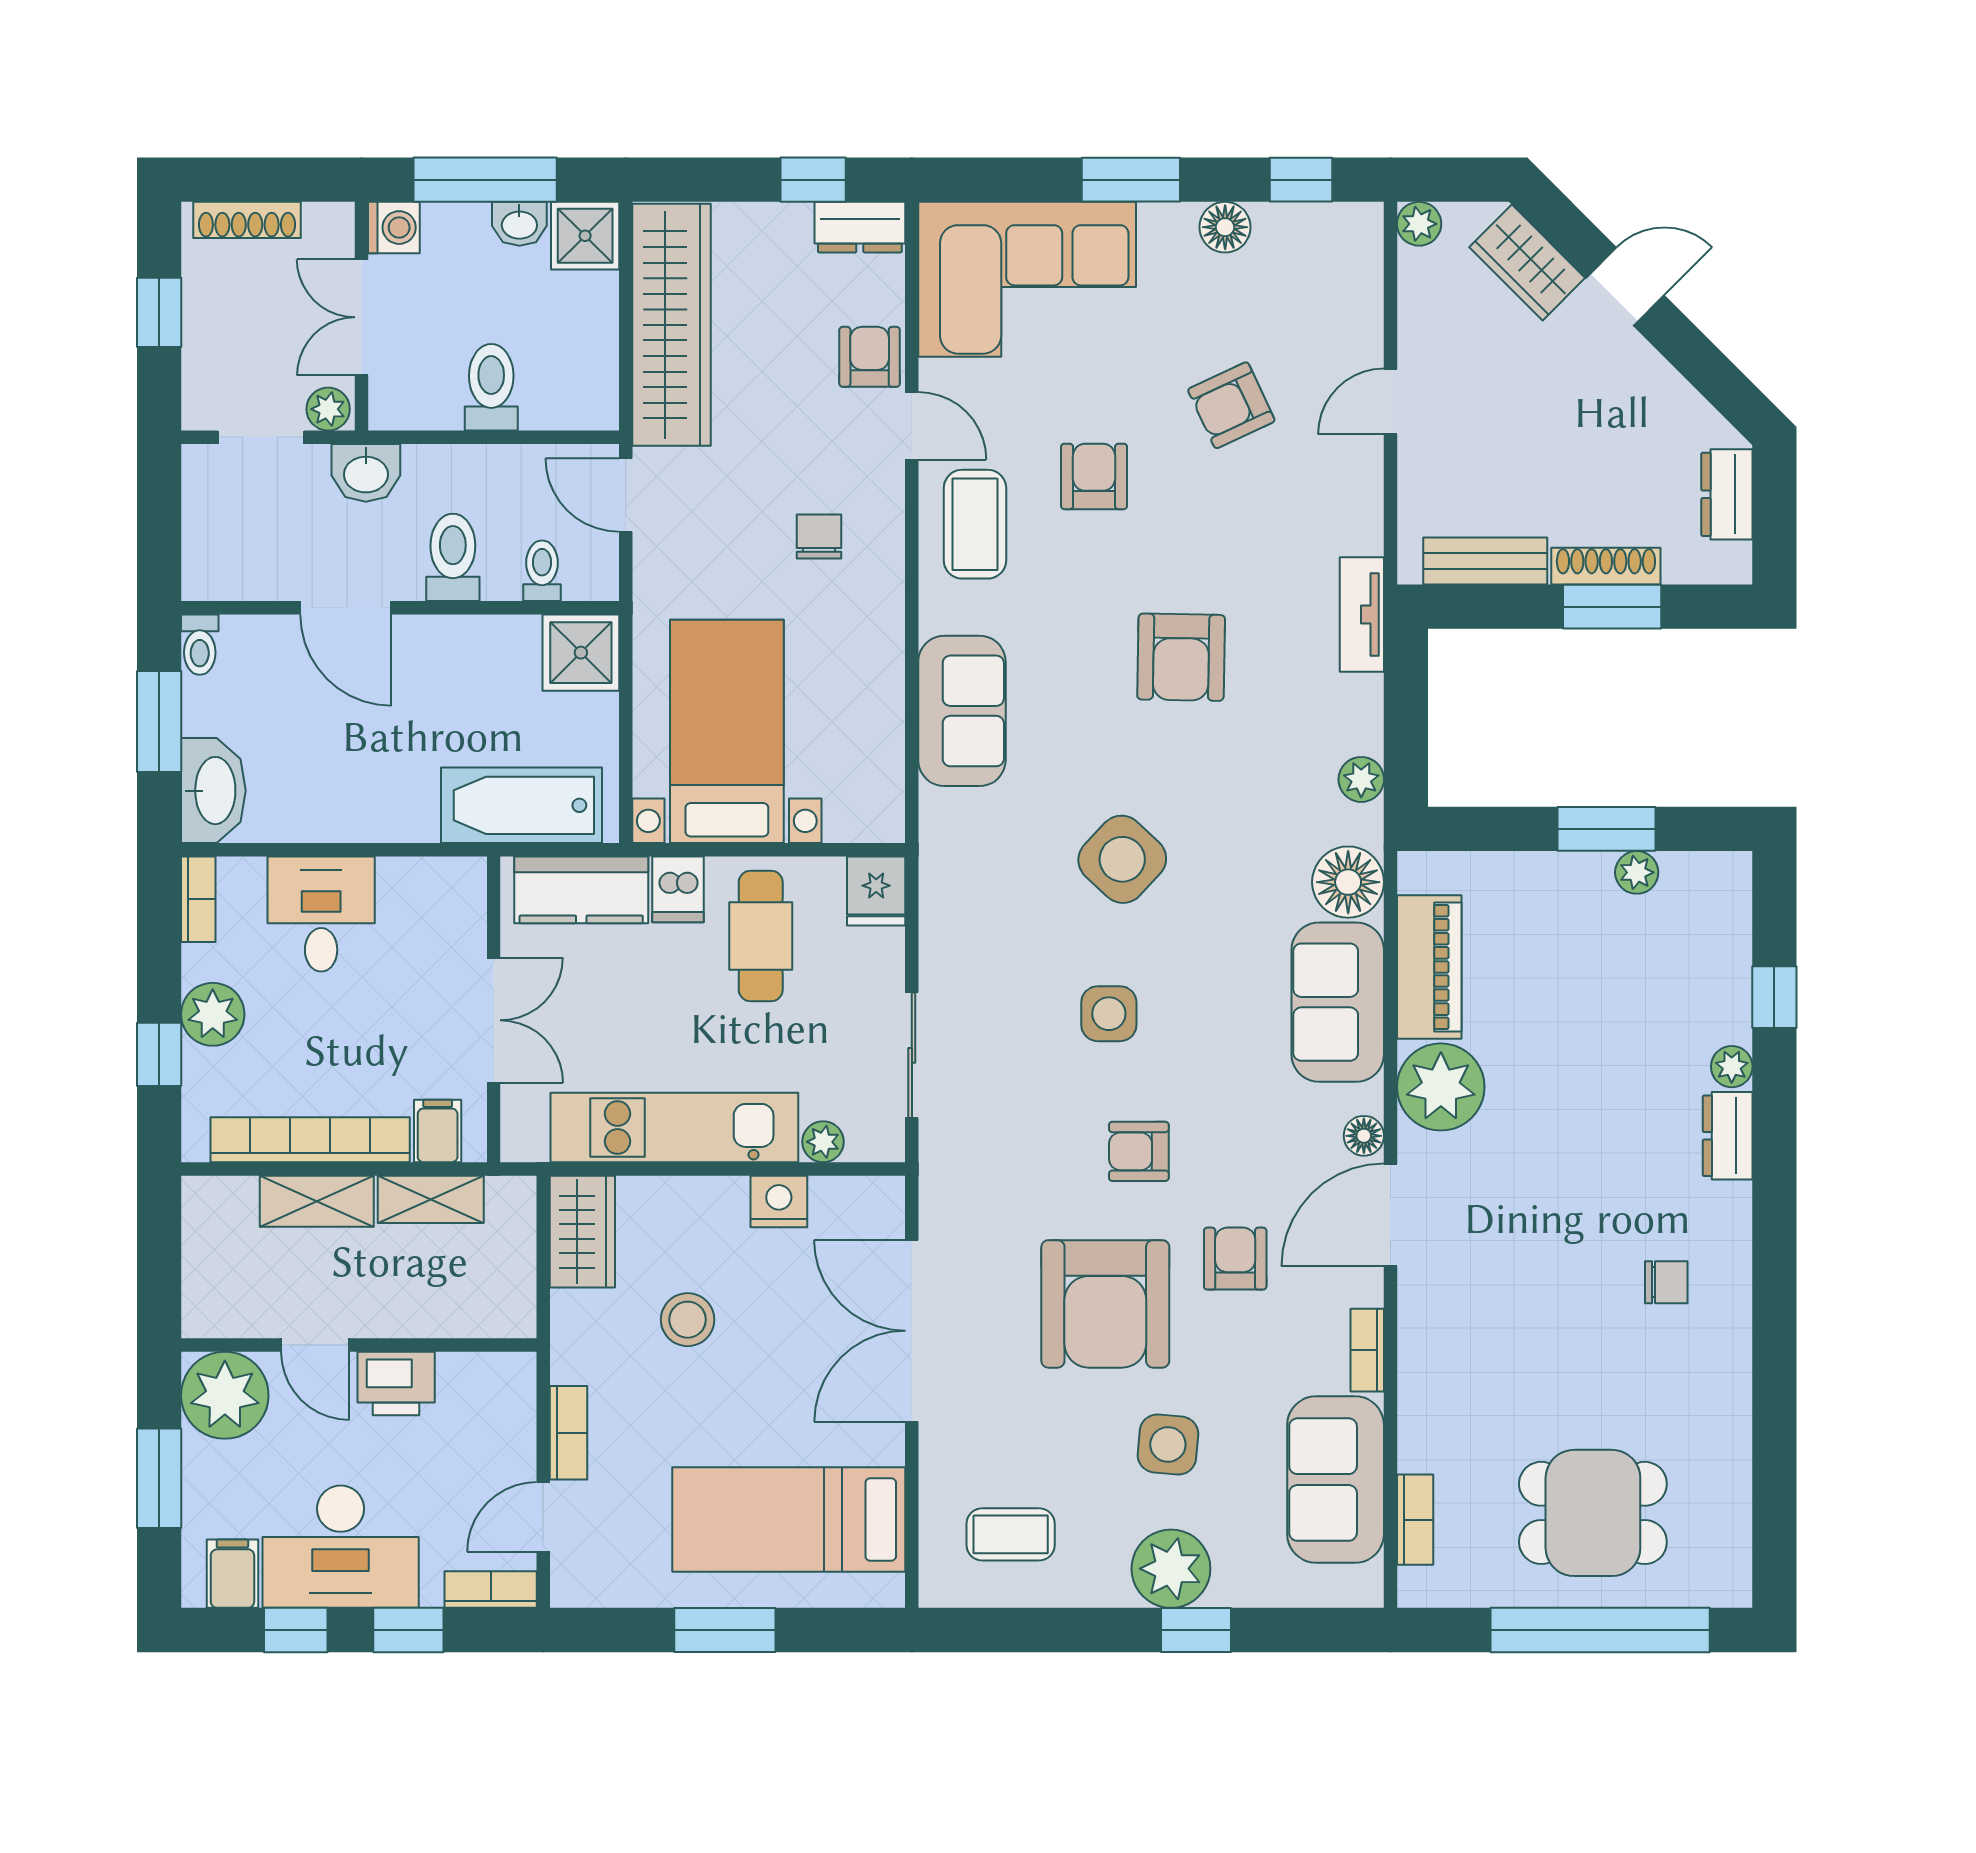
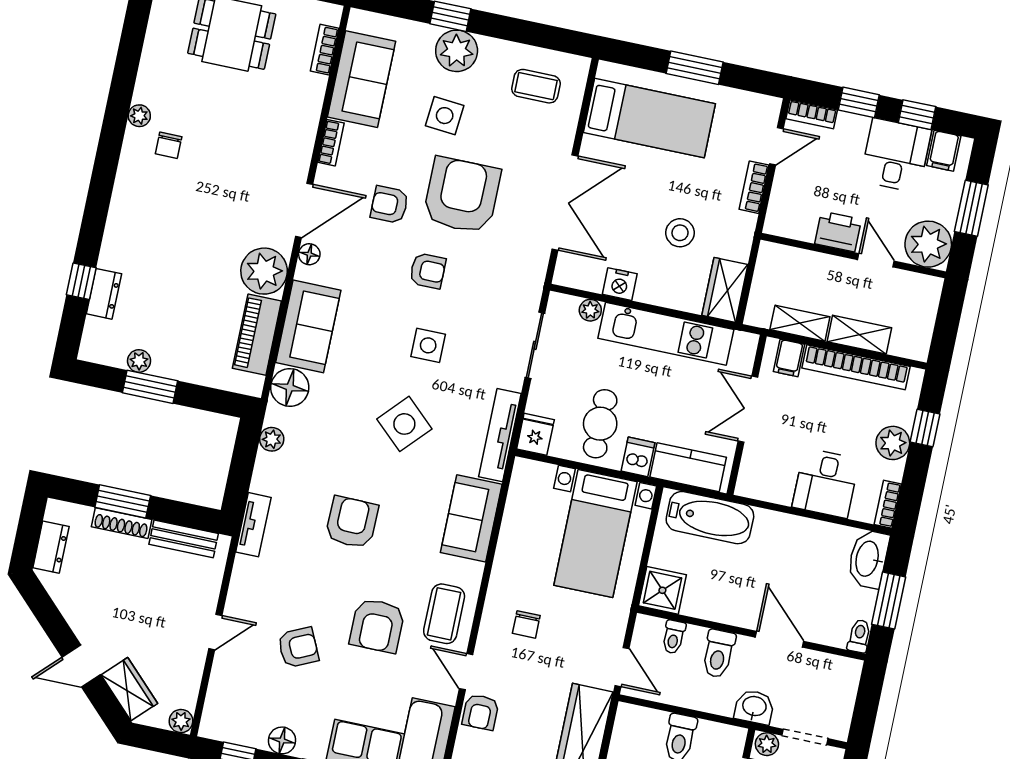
armchair: (1094, 476) -> (377, 626), width x1.38, depth x1.38
tv unit: (941, 876) -> (500, 435), added
plant: (1732, 1067) -> (139, 116), moved
dresser: (1728, 1136) -> (104, 294), moved
armchair: (1235, 1259) -> (389, 205), turned 90
chair: (1666, 1282) -> (169, 145), turned -90
desk: (341, 1547) -> (896, 155), width x0.73

